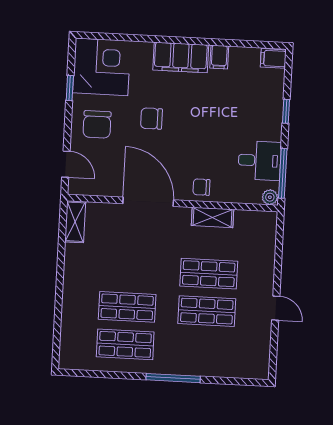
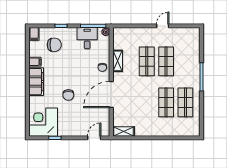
chair: (97, 124) -> (54, 45), moved

